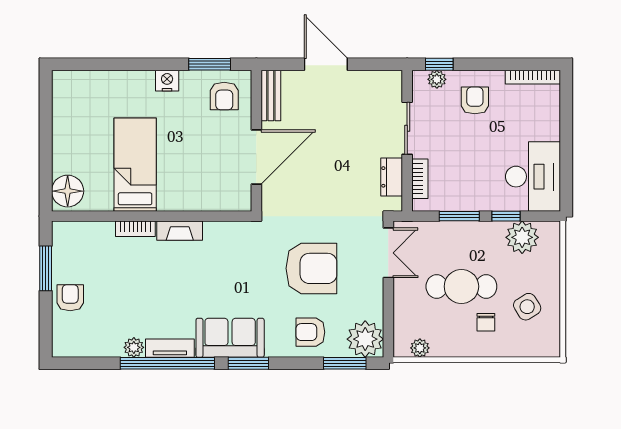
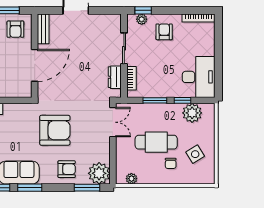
armchair: (311, 268) -> (55, 130), moved
armchair: (310, 332) -> (67, 169), turned 180

